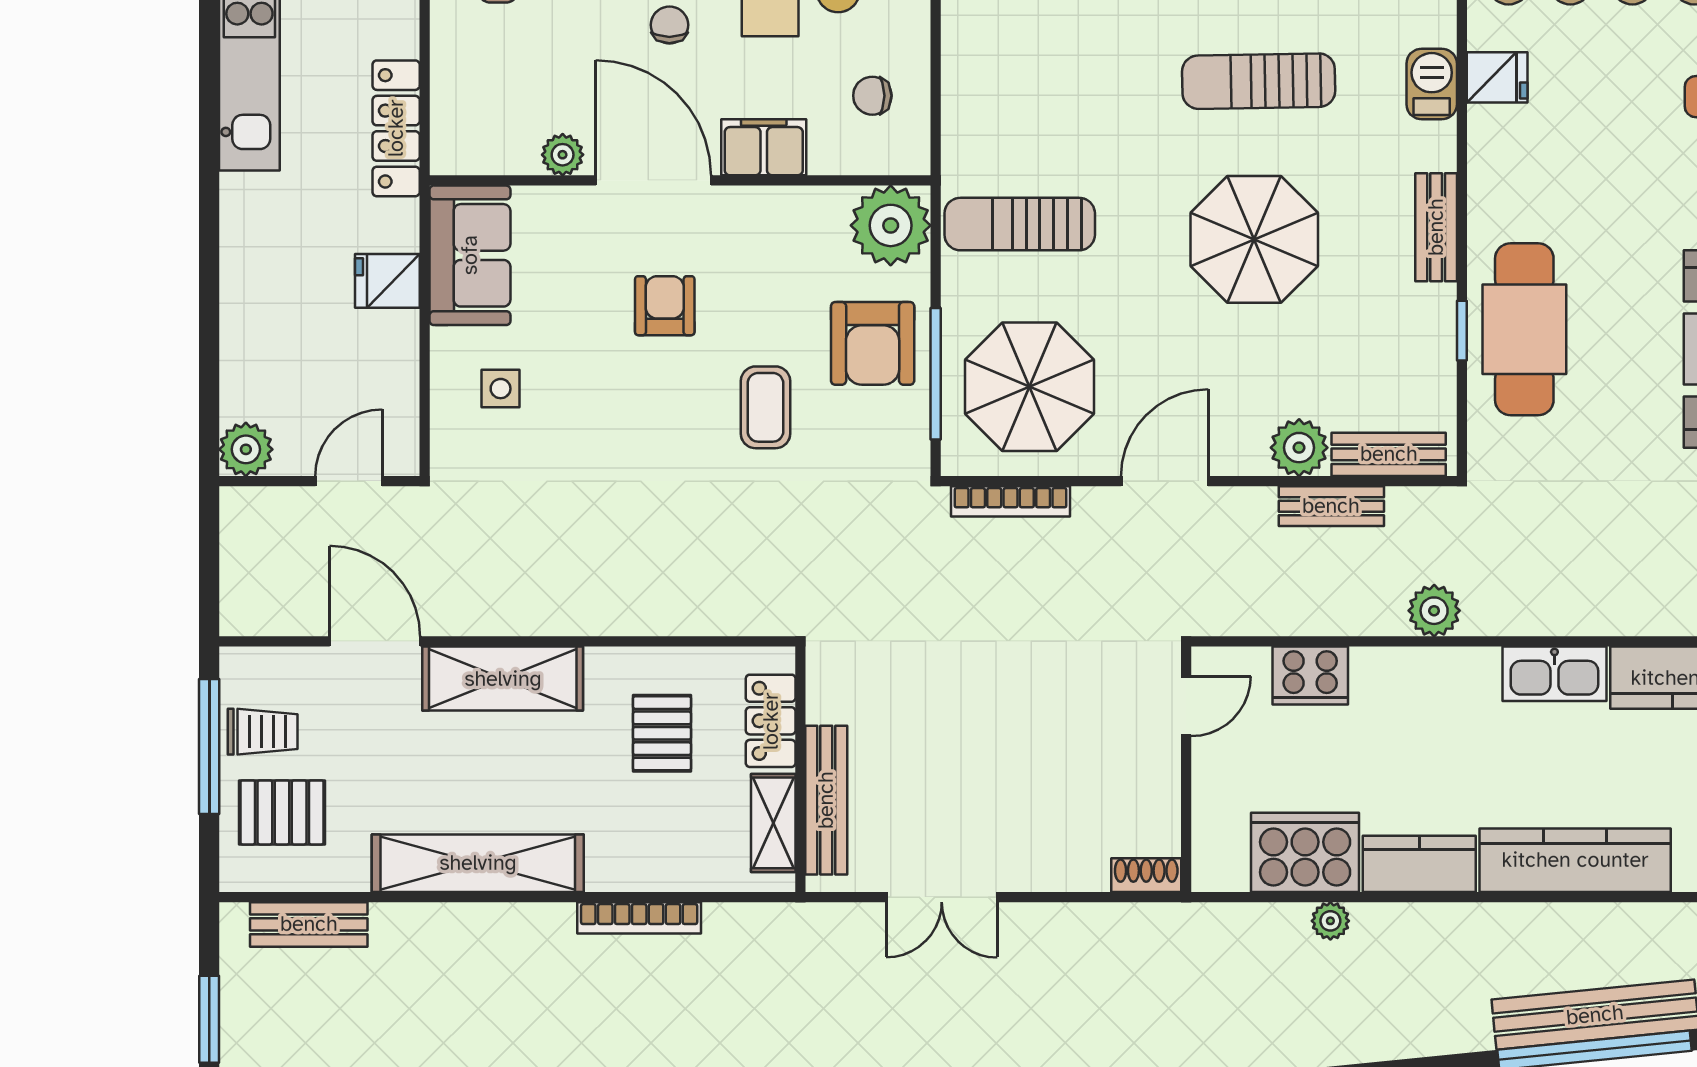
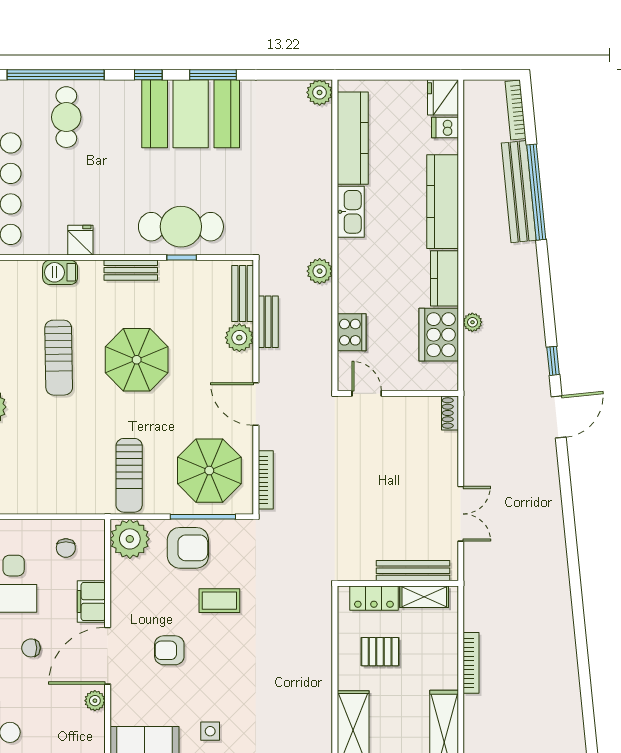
fridge: (1497, 77) -> (80, 240), moved

